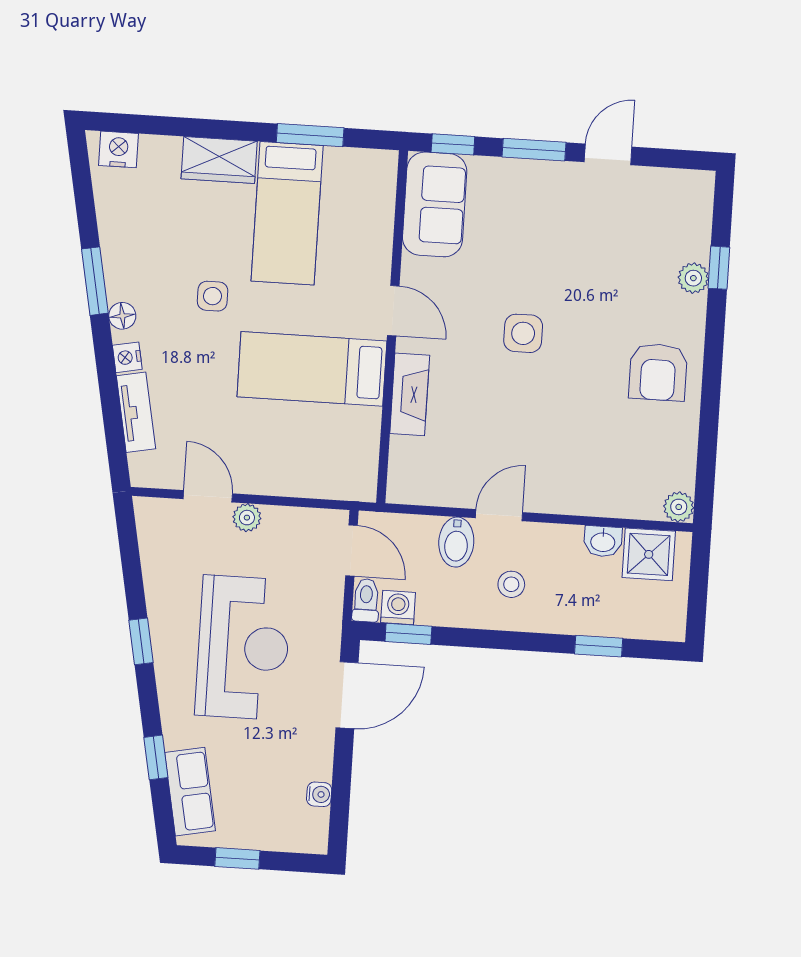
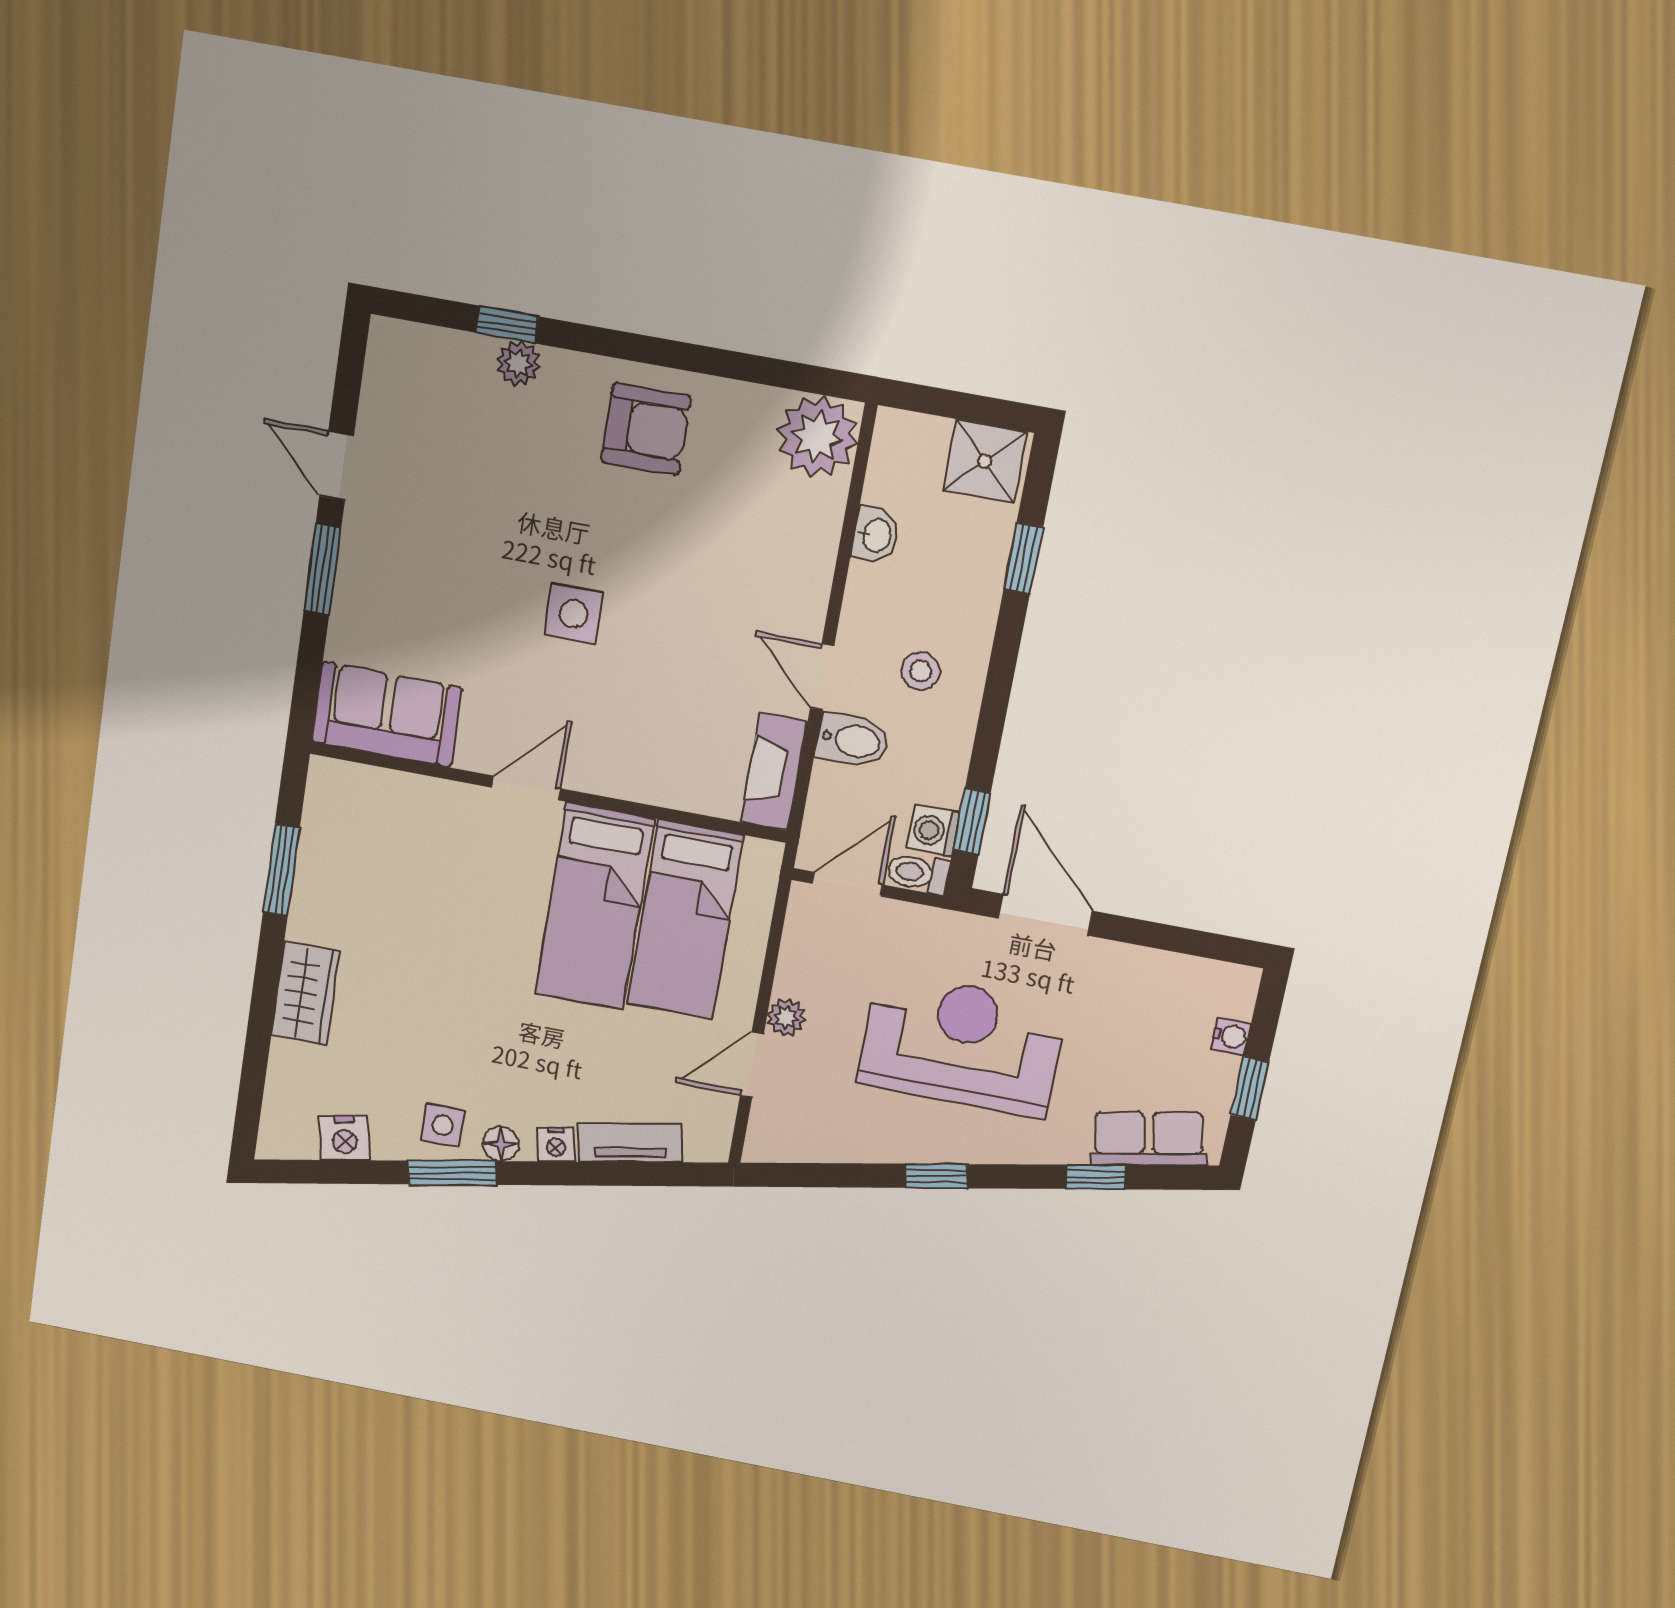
window: (453, 144) -> (307, 680), removed
nightstand: (119, 149) -> (345, 1138), moved, turned -101
bed: (287, 213) -> (685, 920), moved, turned 90
side table: (213, 296) -> (443, 1125), moved
fireplace: (410, 394) -> (774, 772), moved, turned -90
plant: (679, 507) -> (817, 436), width x1.87, depth x1.87
shower: (649, 554) -> (985, 461), moved
water cooler: (319, 794) -> (1231, 1036), moved, turned 90

